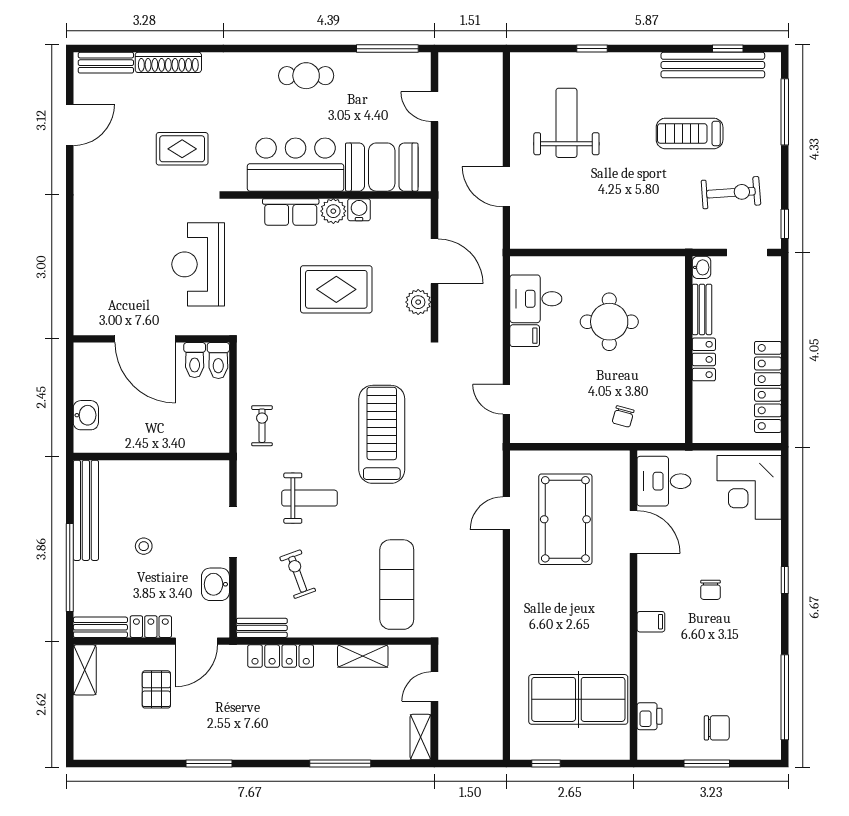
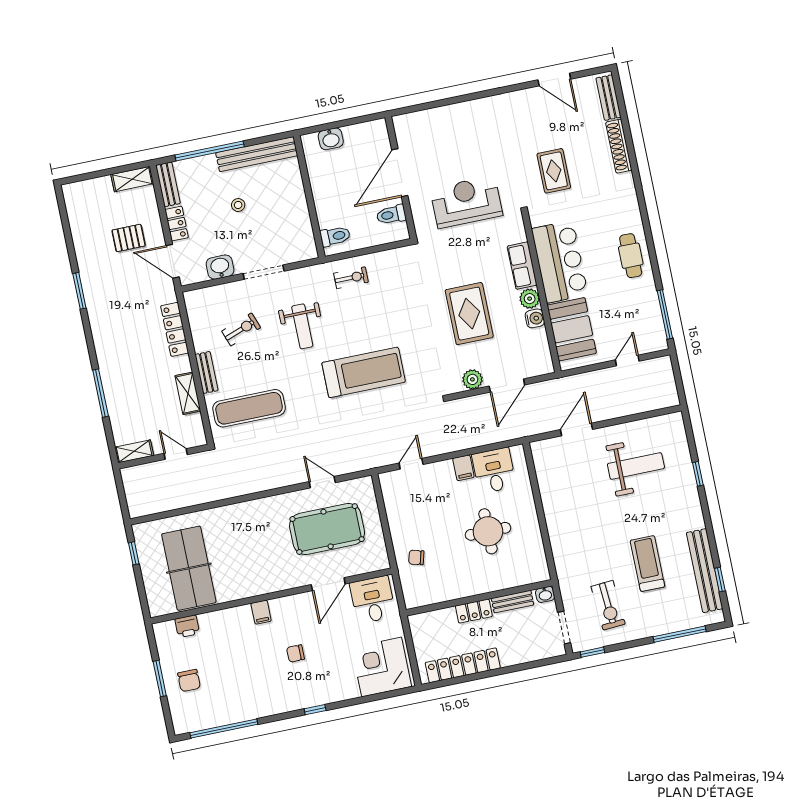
toilet: (218, 361) -> (335, 236), moved, turned 180
bench: (262, 628) -> (206, 372), moved

